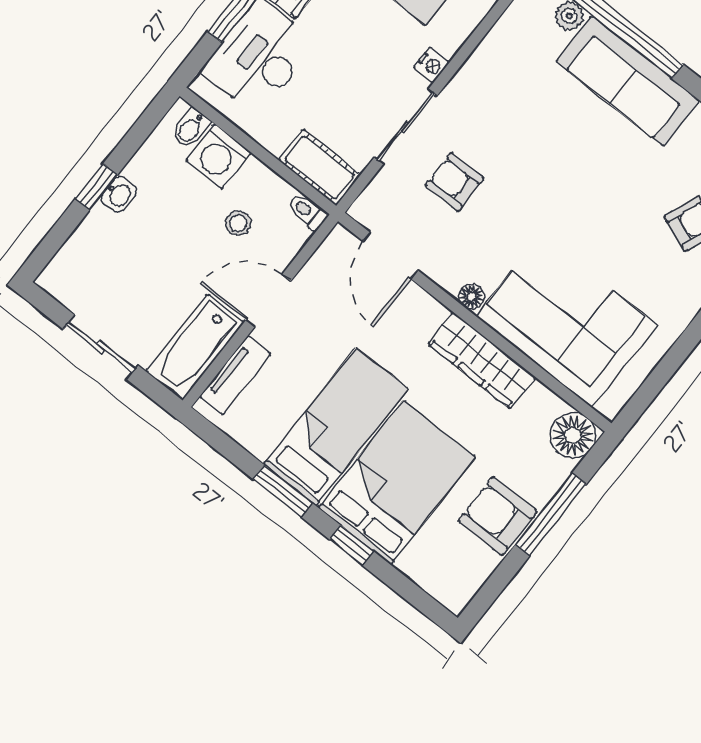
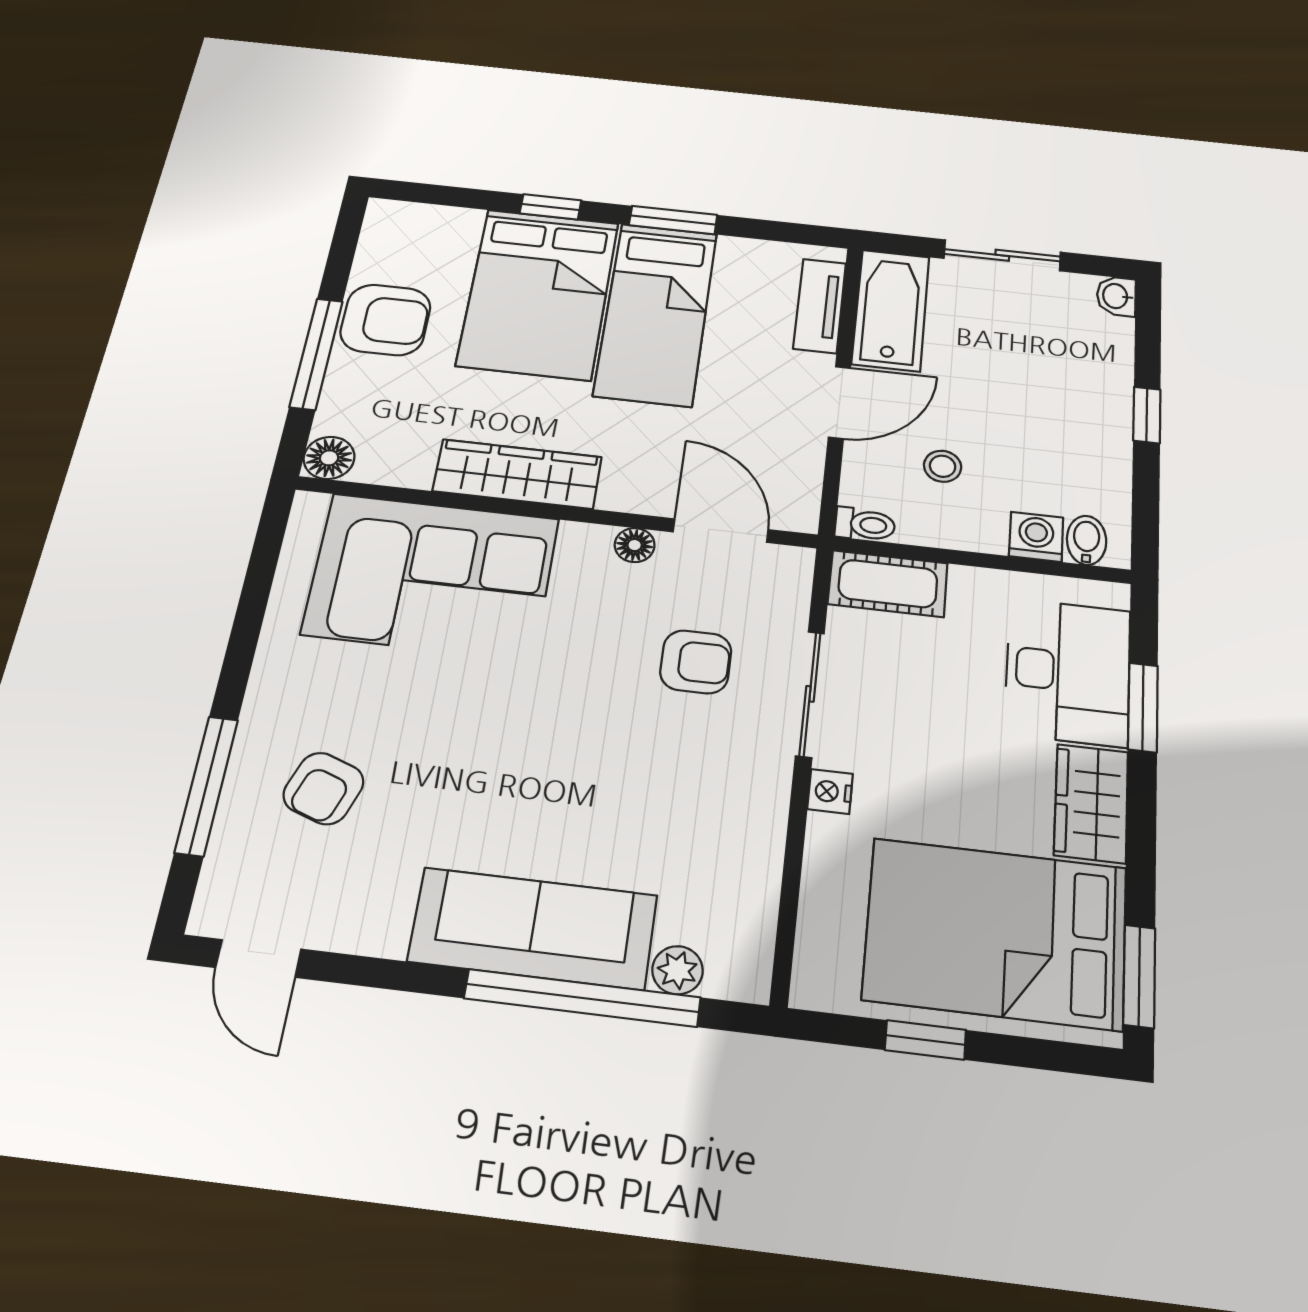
washing machine: (218, 156) -> (1036, 537), width x0.73, depth x0.73
washbasin: (119, 194) -> (1116, 296), moved
floor lamp: (472, 297) -> (635, 545), moved
floor lamp: (573, 435) -> (329, 458), width x0.73, depth x0.73

